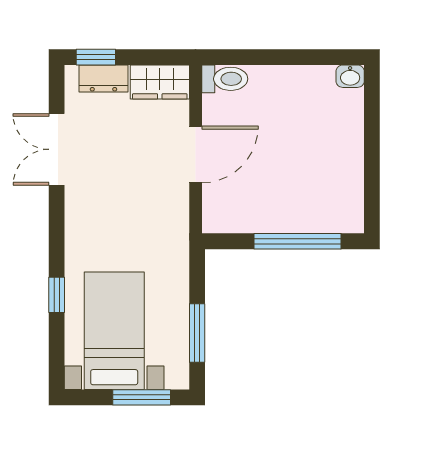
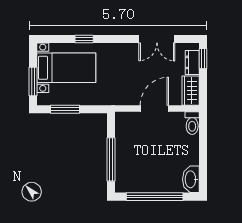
washbasin: (350, 76) -> (191, 179), width x1.91, depth x1.45
double door: (57, 149) -> (157, 39), swing flipped
door: (196, 154) -> (154, 108), swing flipped
window: (372, 154) -> (155, 197), added

